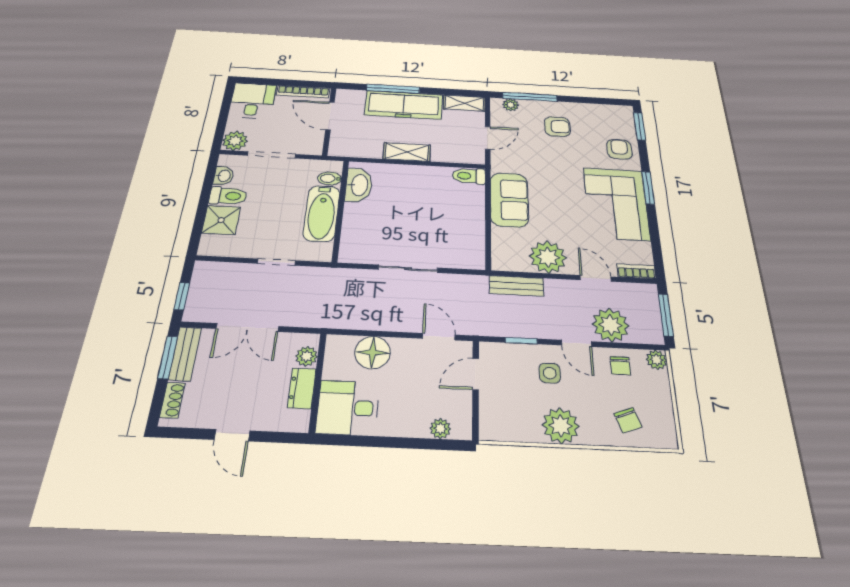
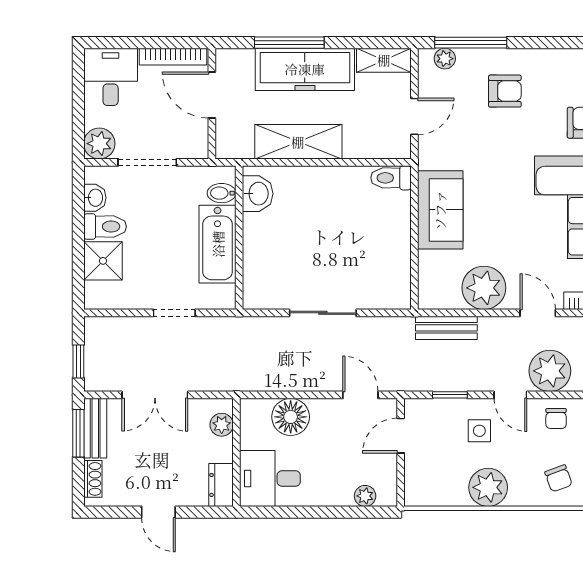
shelving: (407, 152) -> (298, 142), width x1.50, depth x1.33
washbasin: (359, 185) -> (258, 194), width x0.72
dresser: (302, 388) -> (221, 485), moved

